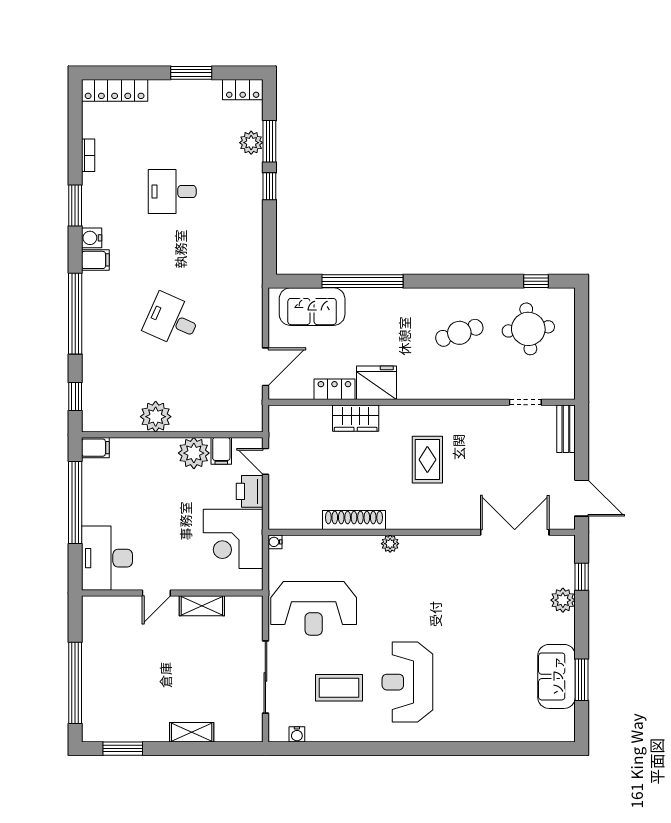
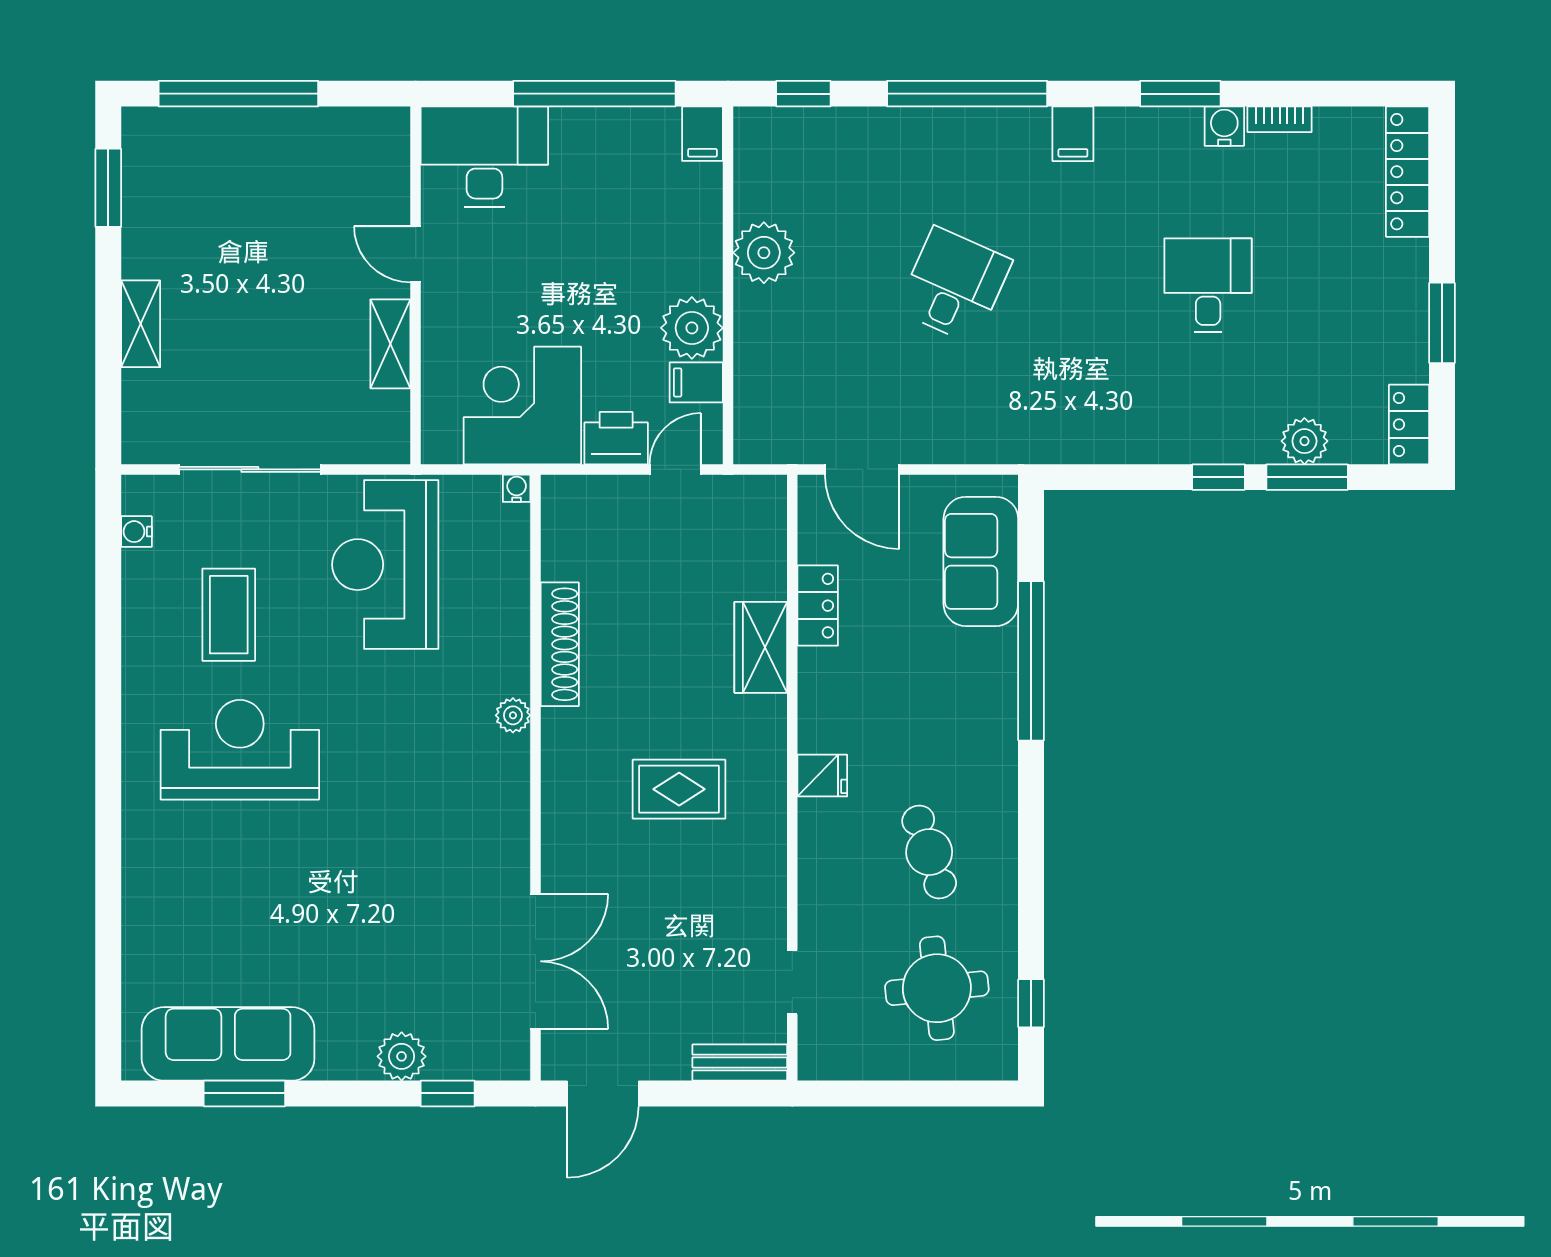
water cooler: (92, 238) -> (1224, 126), moved
fridge: (376, 383) -> (822, 776), moved, width x0.53, depth x0.75
sofa: (557, 676) -> (228, 1044), width x1.36

